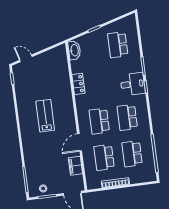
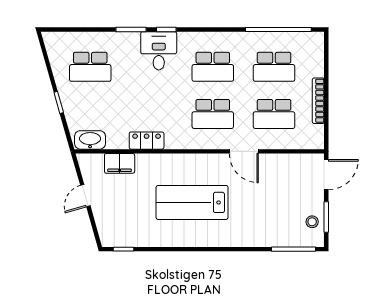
door: (26, 58) -> (85, 196), moved
lab bench: (45, 116) -> (192, 202), width x1.36, depth x1.39
filing cabinet: (75, 166) -> (120, 163), moved

